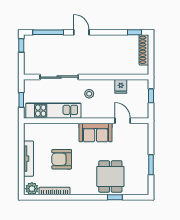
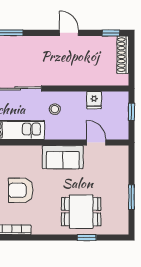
door: (81, 32) -> (69, 33), moved
dining table: (110, 176) -> (81, 212), turned 90

